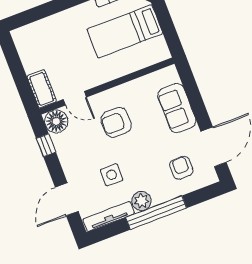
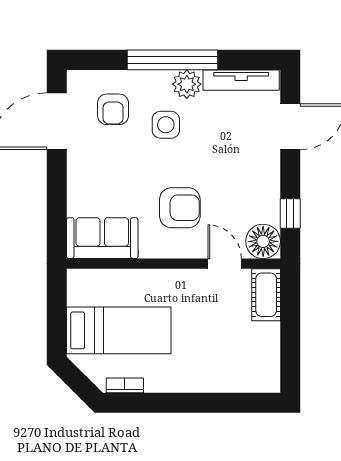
sofa: (177, 108) -> (102, 238), moved, turned -90
side table: (112, 175) -> (166, 125), moved

